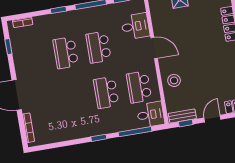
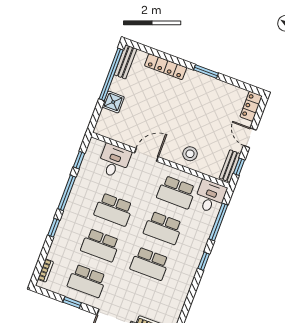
window: (8, 47) -> (72, 302), moved
school desk: (33, 58) -> (87, 281), added
school desk: (73, 98) -> (150, 264), added

